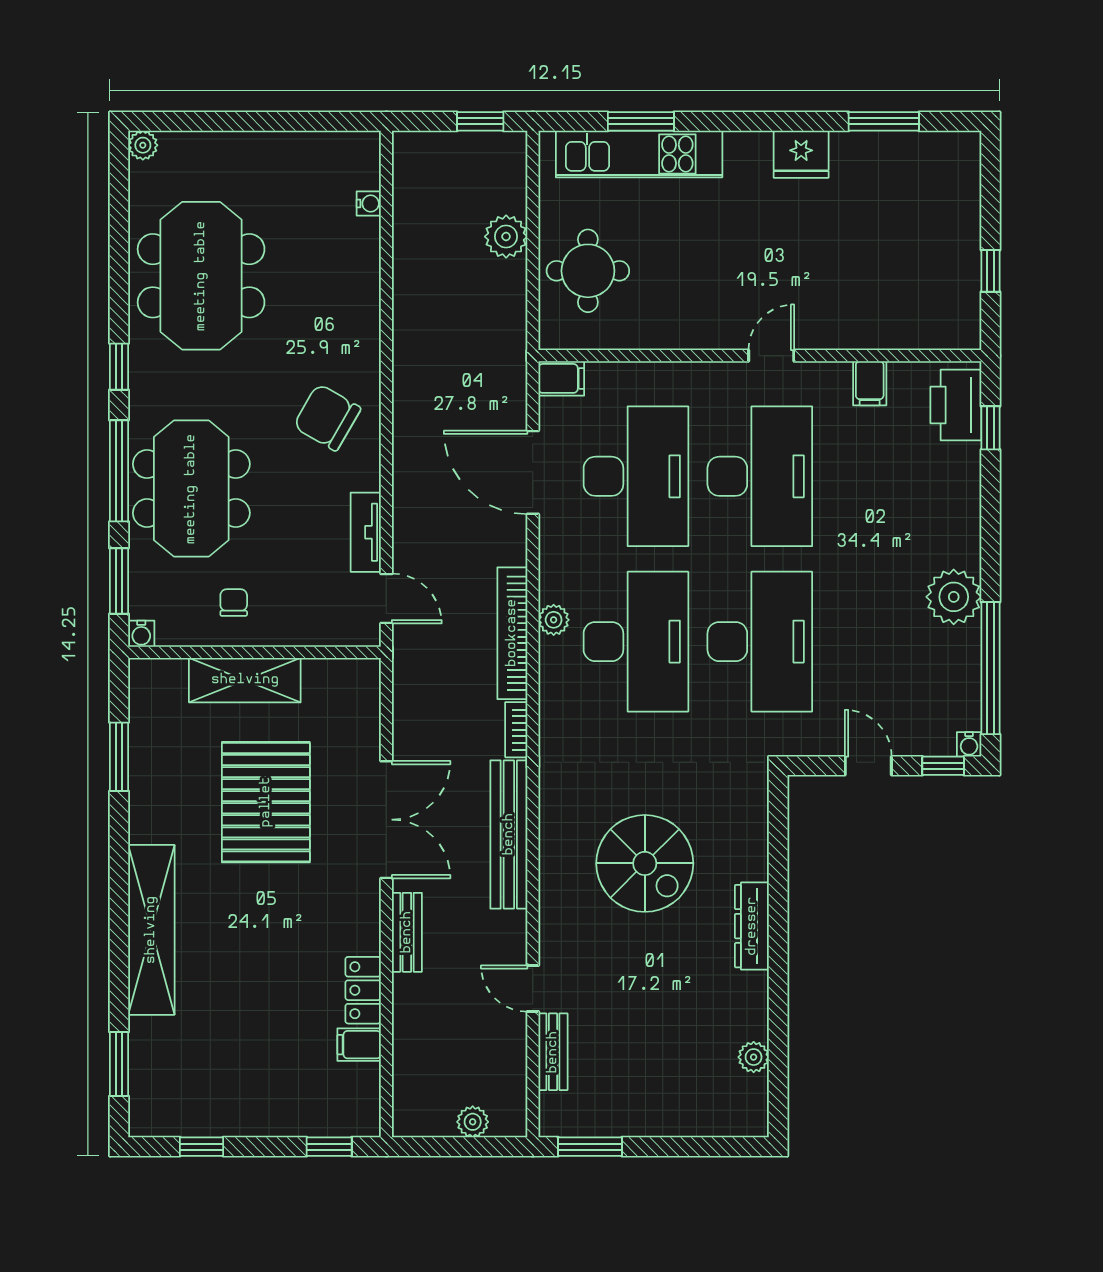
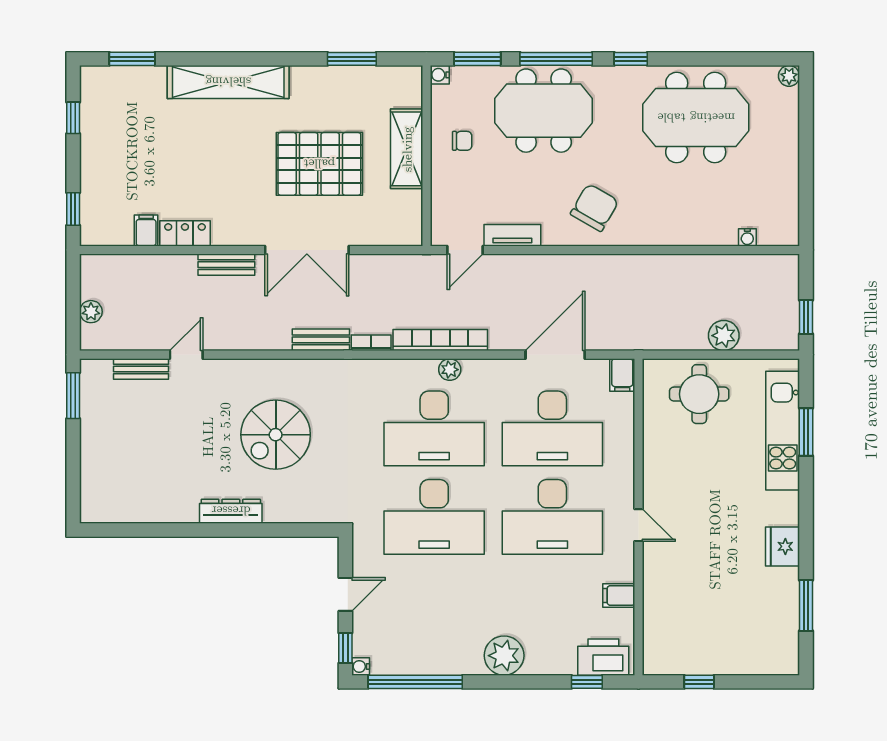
plant: (954, 597) -> (504, 656), moved
bench: (509, 834) -> (321, 340), width x0.54, depth x0.82
plant: (754, 1057) -> (137, 512), removed

